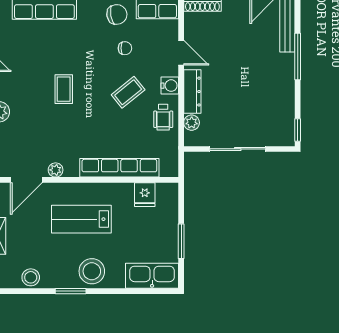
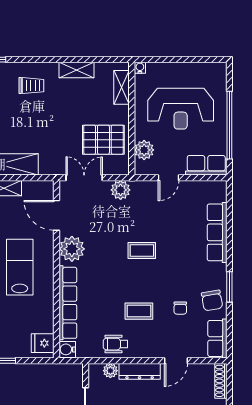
water cooler: (170, 86) -> (67, 349), moved, turned 90
coffee table: (128, 92) -> (139, 311), turned -51
plant: (56, 170) -> (72, 249), width x1.88, depth x1.88
fridge: (145, 195) -> (43, 343), moved

